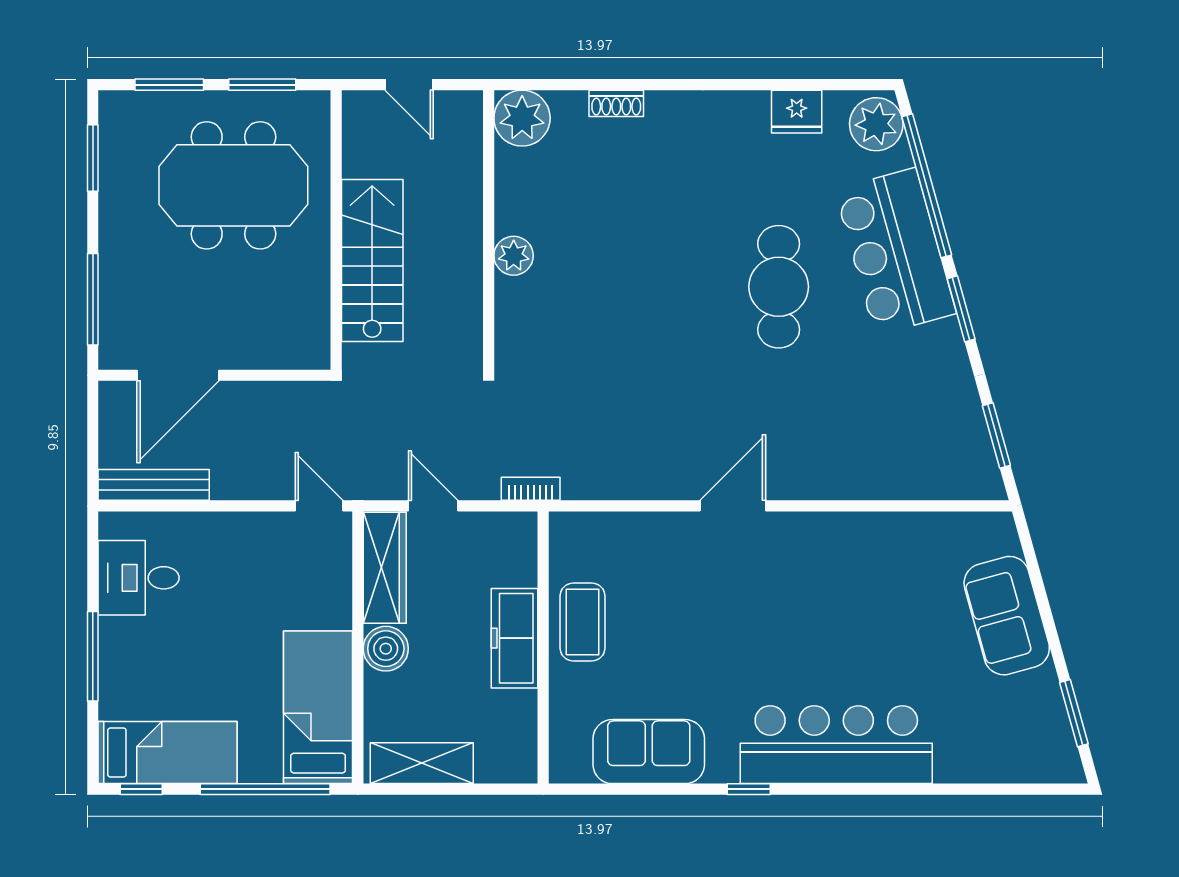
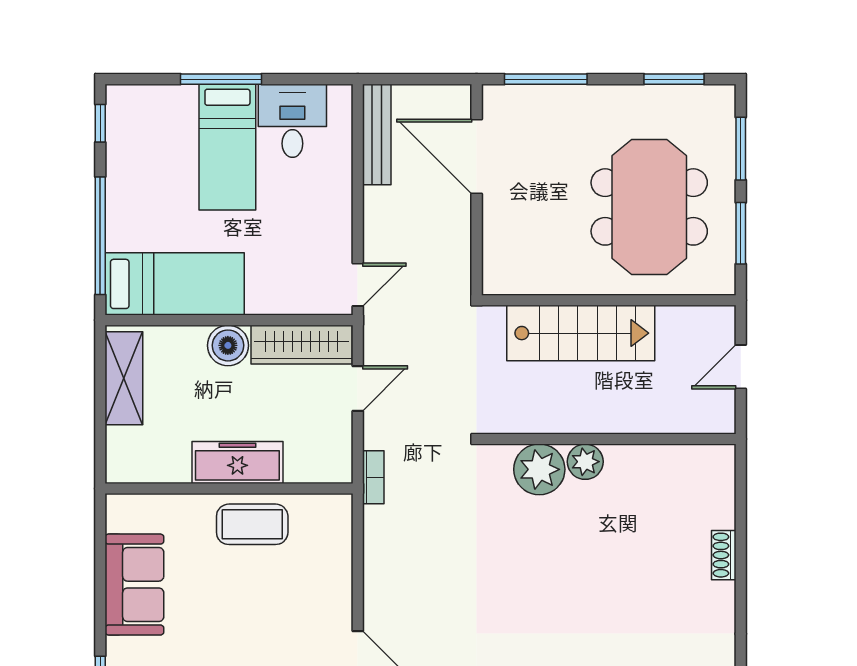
plant: (522, 118) -> (539, 469), moved
bed: (167, 753) -> (227, 147), moved

